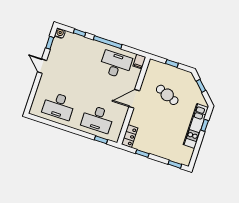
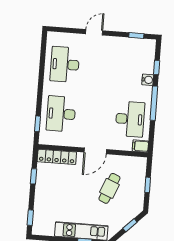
water cooler: (60, 33) -> (148, 80), moved
door: (42, 66) -> (94, 32), moved
door: (134, 99) -> (95, 151), swing flipped
locker: (130, 136) -> (57, 157), width x1.53

